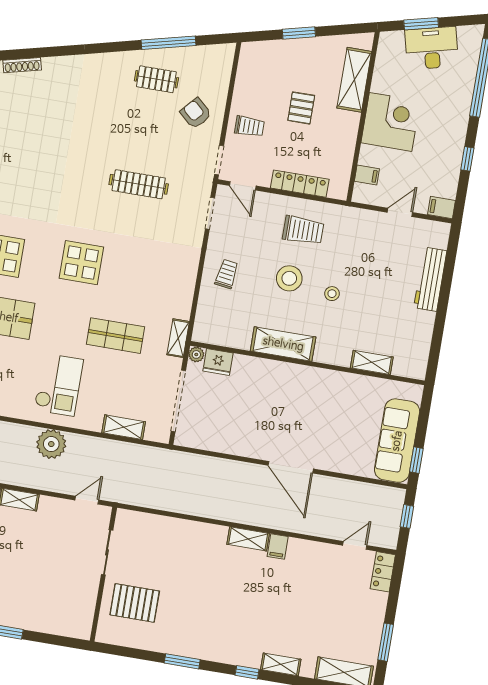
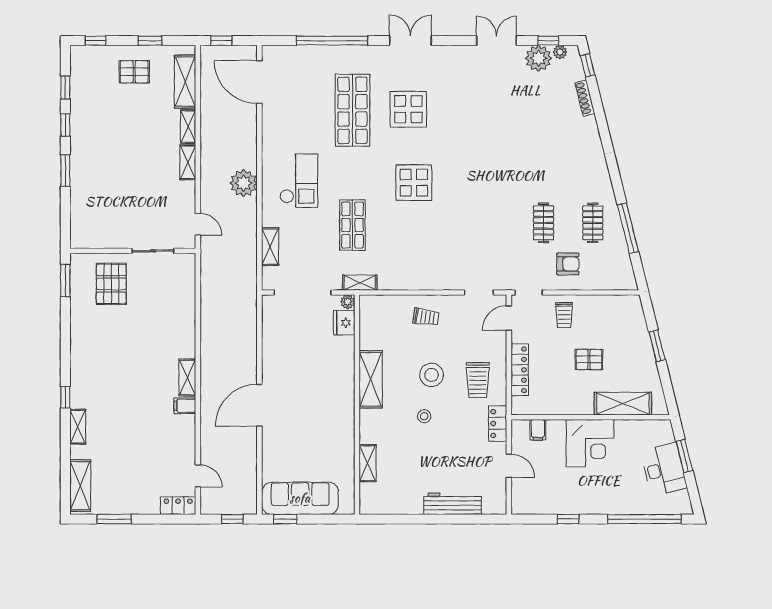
armchair: (196, 113) -> (568, 264), turned 48
clothes rail: (139, 184) -> (544, 223), moved, width x0.73
filing cabinet: (441, 208) -> (520, 503), removed
locker: (353, 217) -> (498, 423), added
checkout: (59, 385) -> (299, 181), turned -90
window: (182, 661) -> (65, 281), moved

